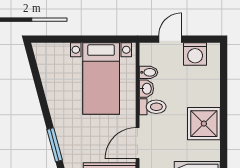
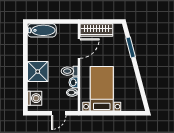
washing machine: (195, 54) -> (35, 98), moved, turned 90
shower: (204, 124) -> (38, 72), moved

